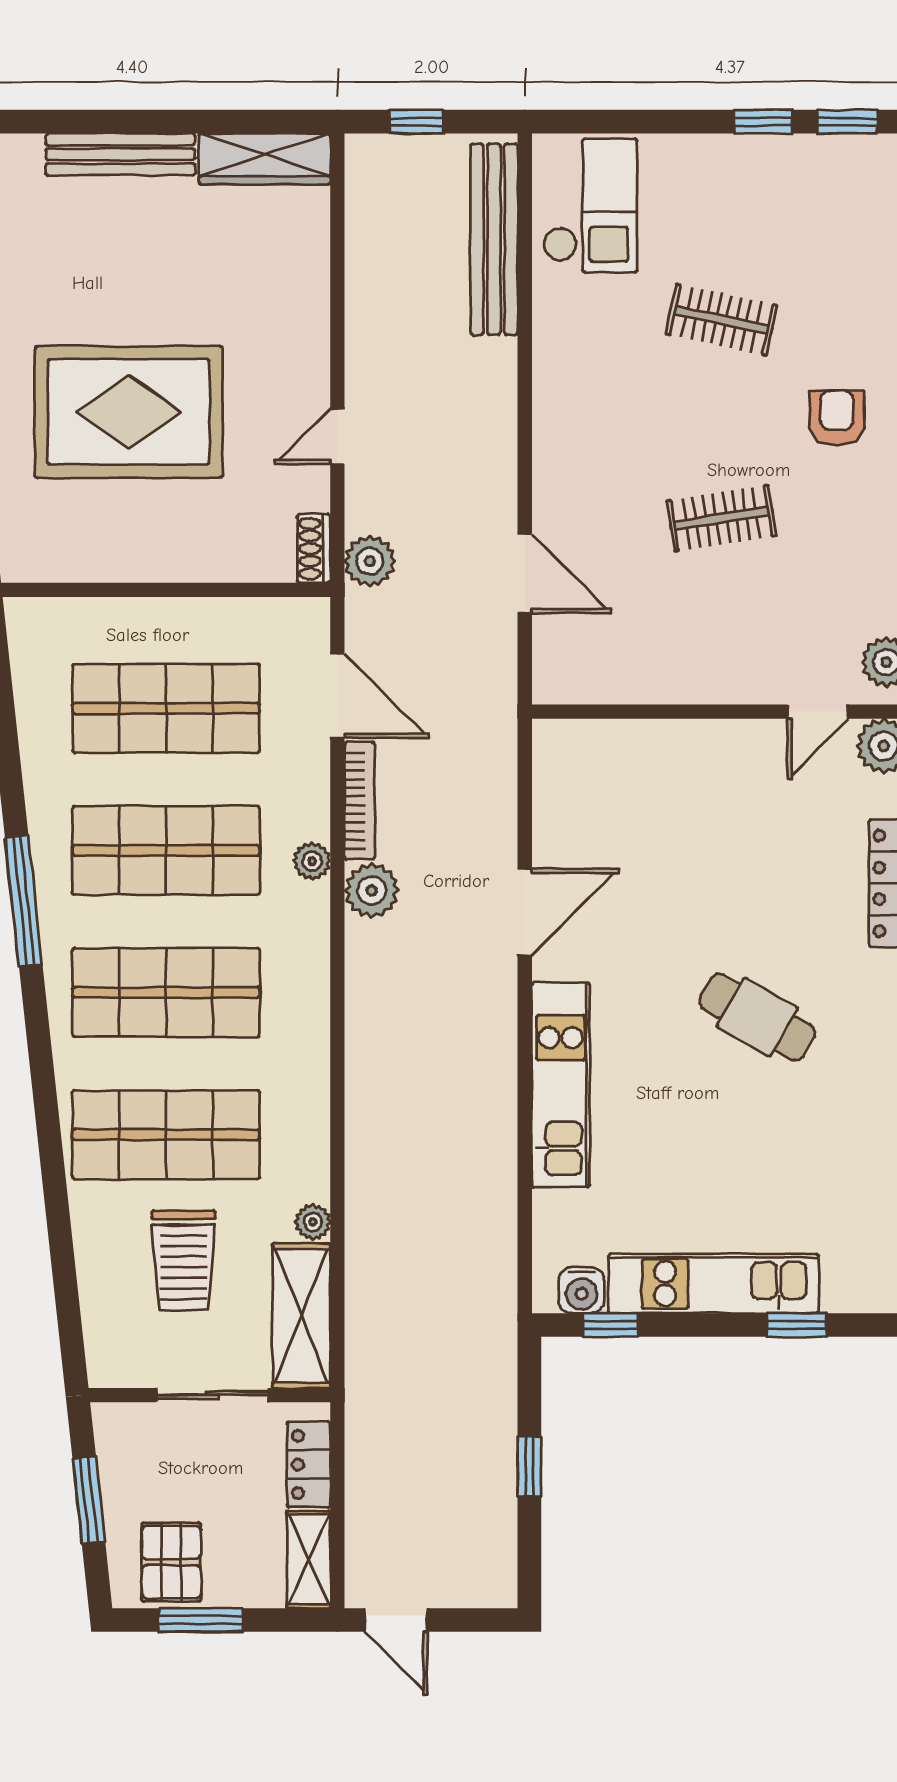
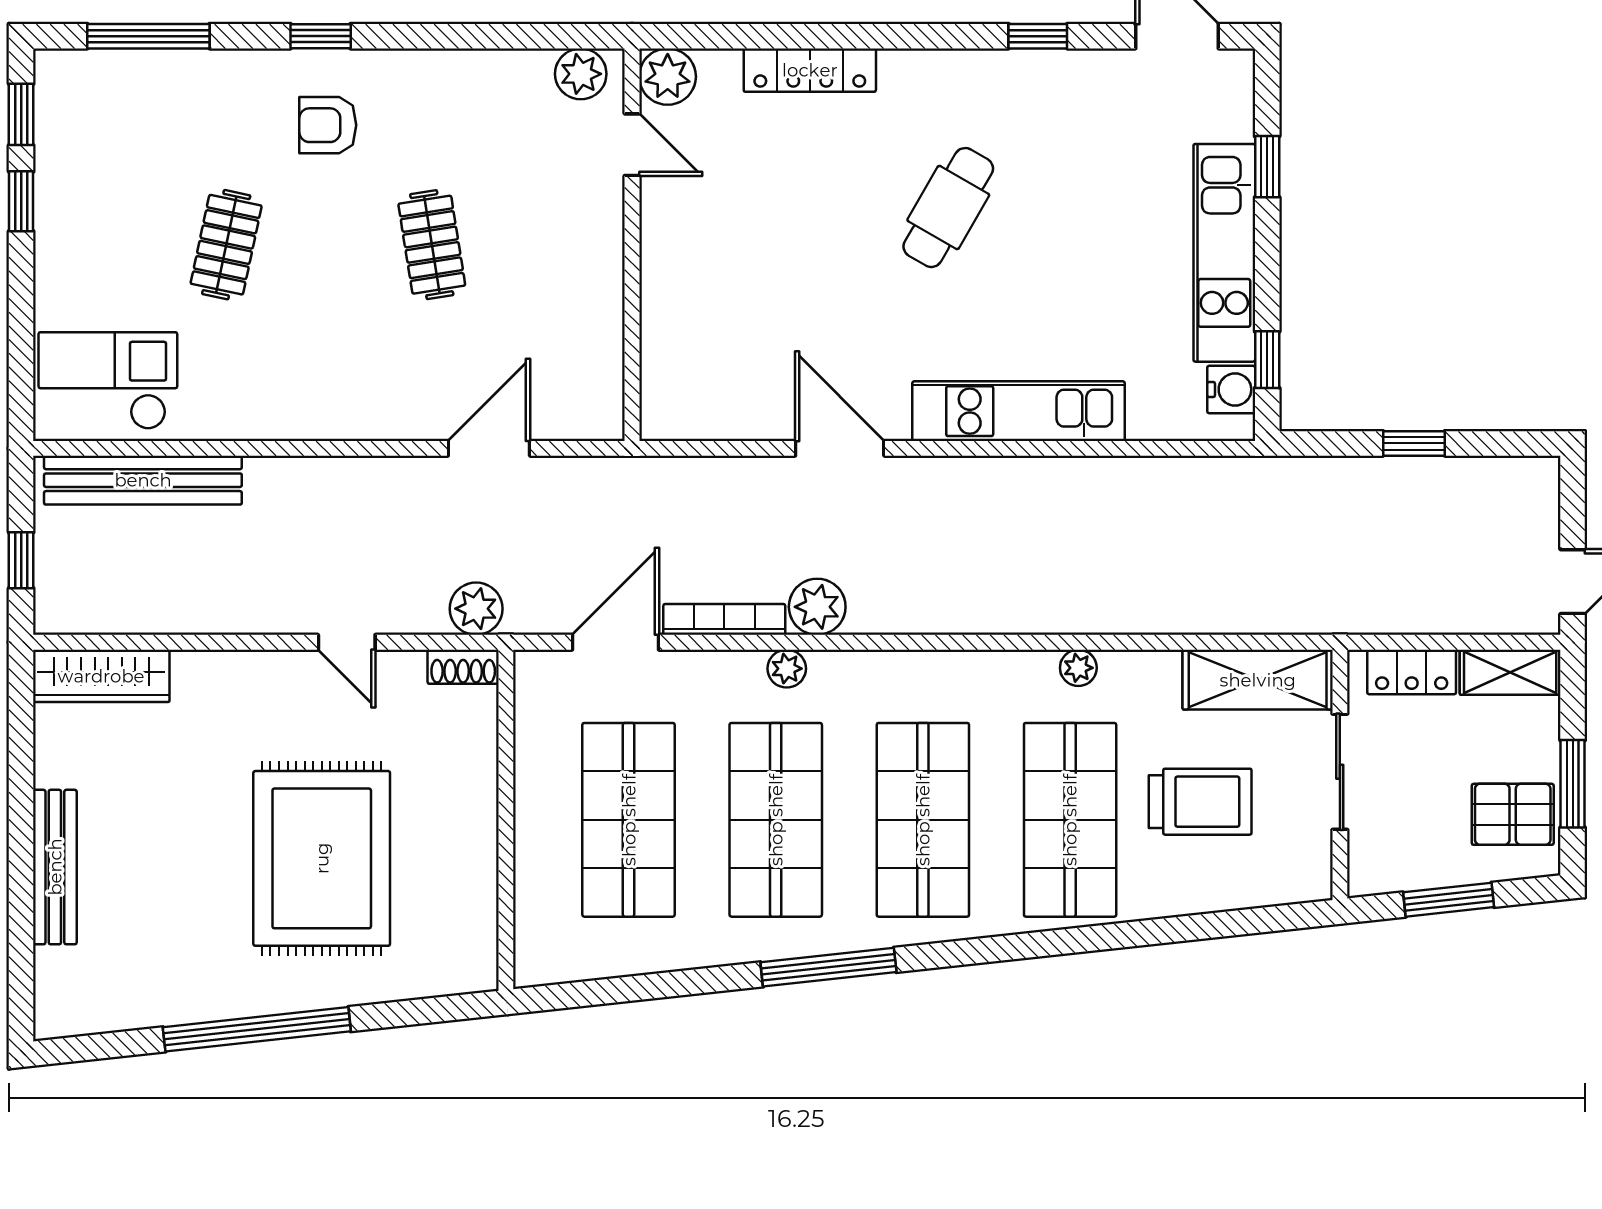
wardrobe: (265, 159) -> (101, 676), moved, turned 90
plant: (313, 1222) -> (1078, 668), moved

